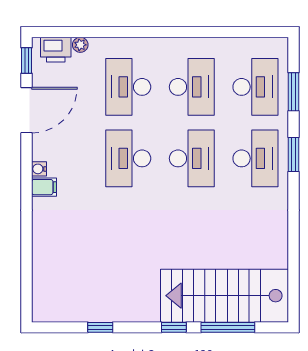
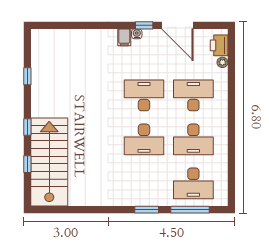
window: (27, 61) -> (144, 25), moved
window: (293, 92) -> (190, 210), width x1.44
desk: (255, 158) -> (144, 183), removed
window: (228, 327) -> (27, 164), width x0.46

